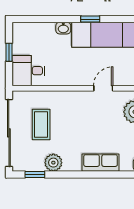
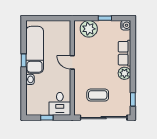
door: (103, 88) -> (72, 62), moved
plant: (53, 163) -> (124, 73), moved

